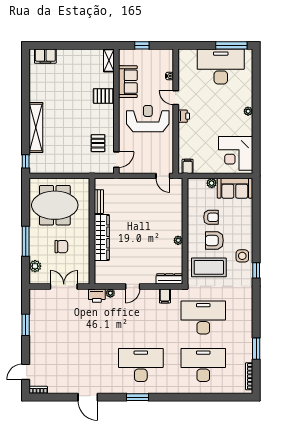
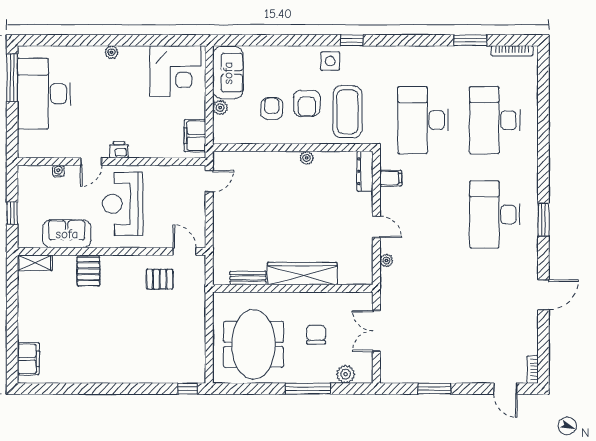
shelving: (36, 127) -> (136, 373), removed
filing cabinet: (188, 166) -> (195, 136), width x2.00
printer: (97, 296) -> (390, 281), removed

